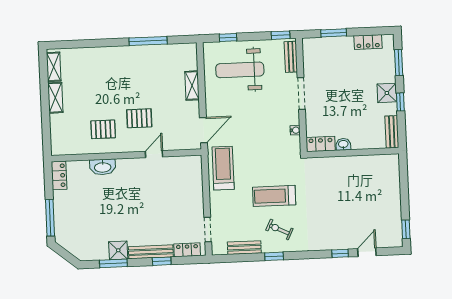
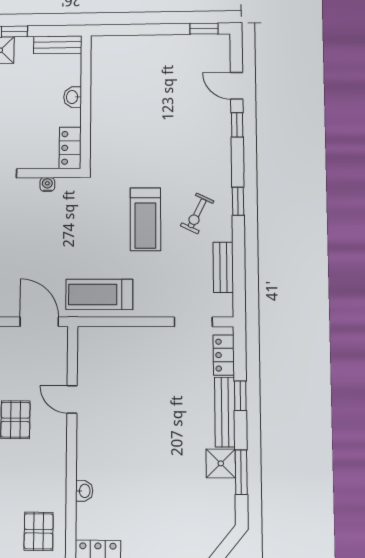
pallet: (103, 129) -> (39, 531), moved
washbasin: (343, 144) -> (73, 97), moved
washbasin: (103, 167) -> (84, 491), width x0.52, depth x0.69
window: (274, 256) -> (238, 201), moved

